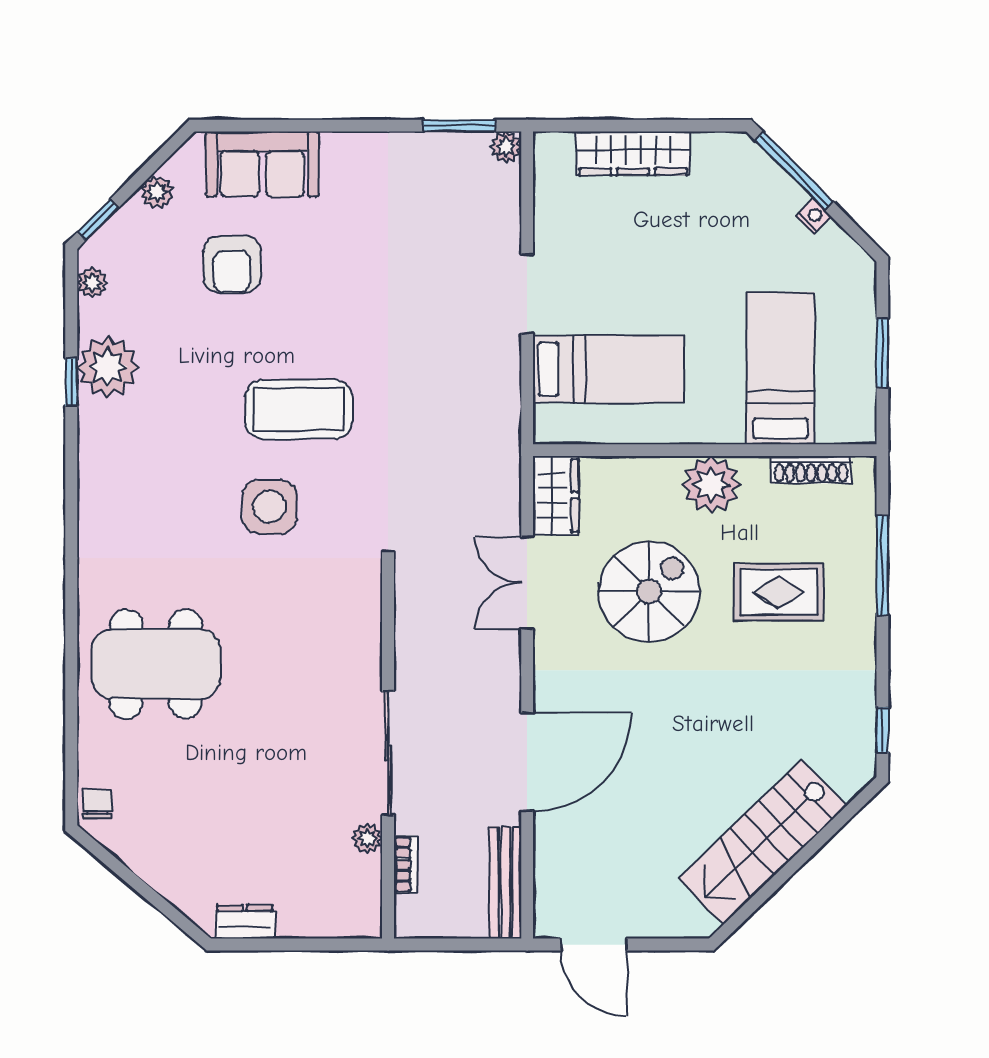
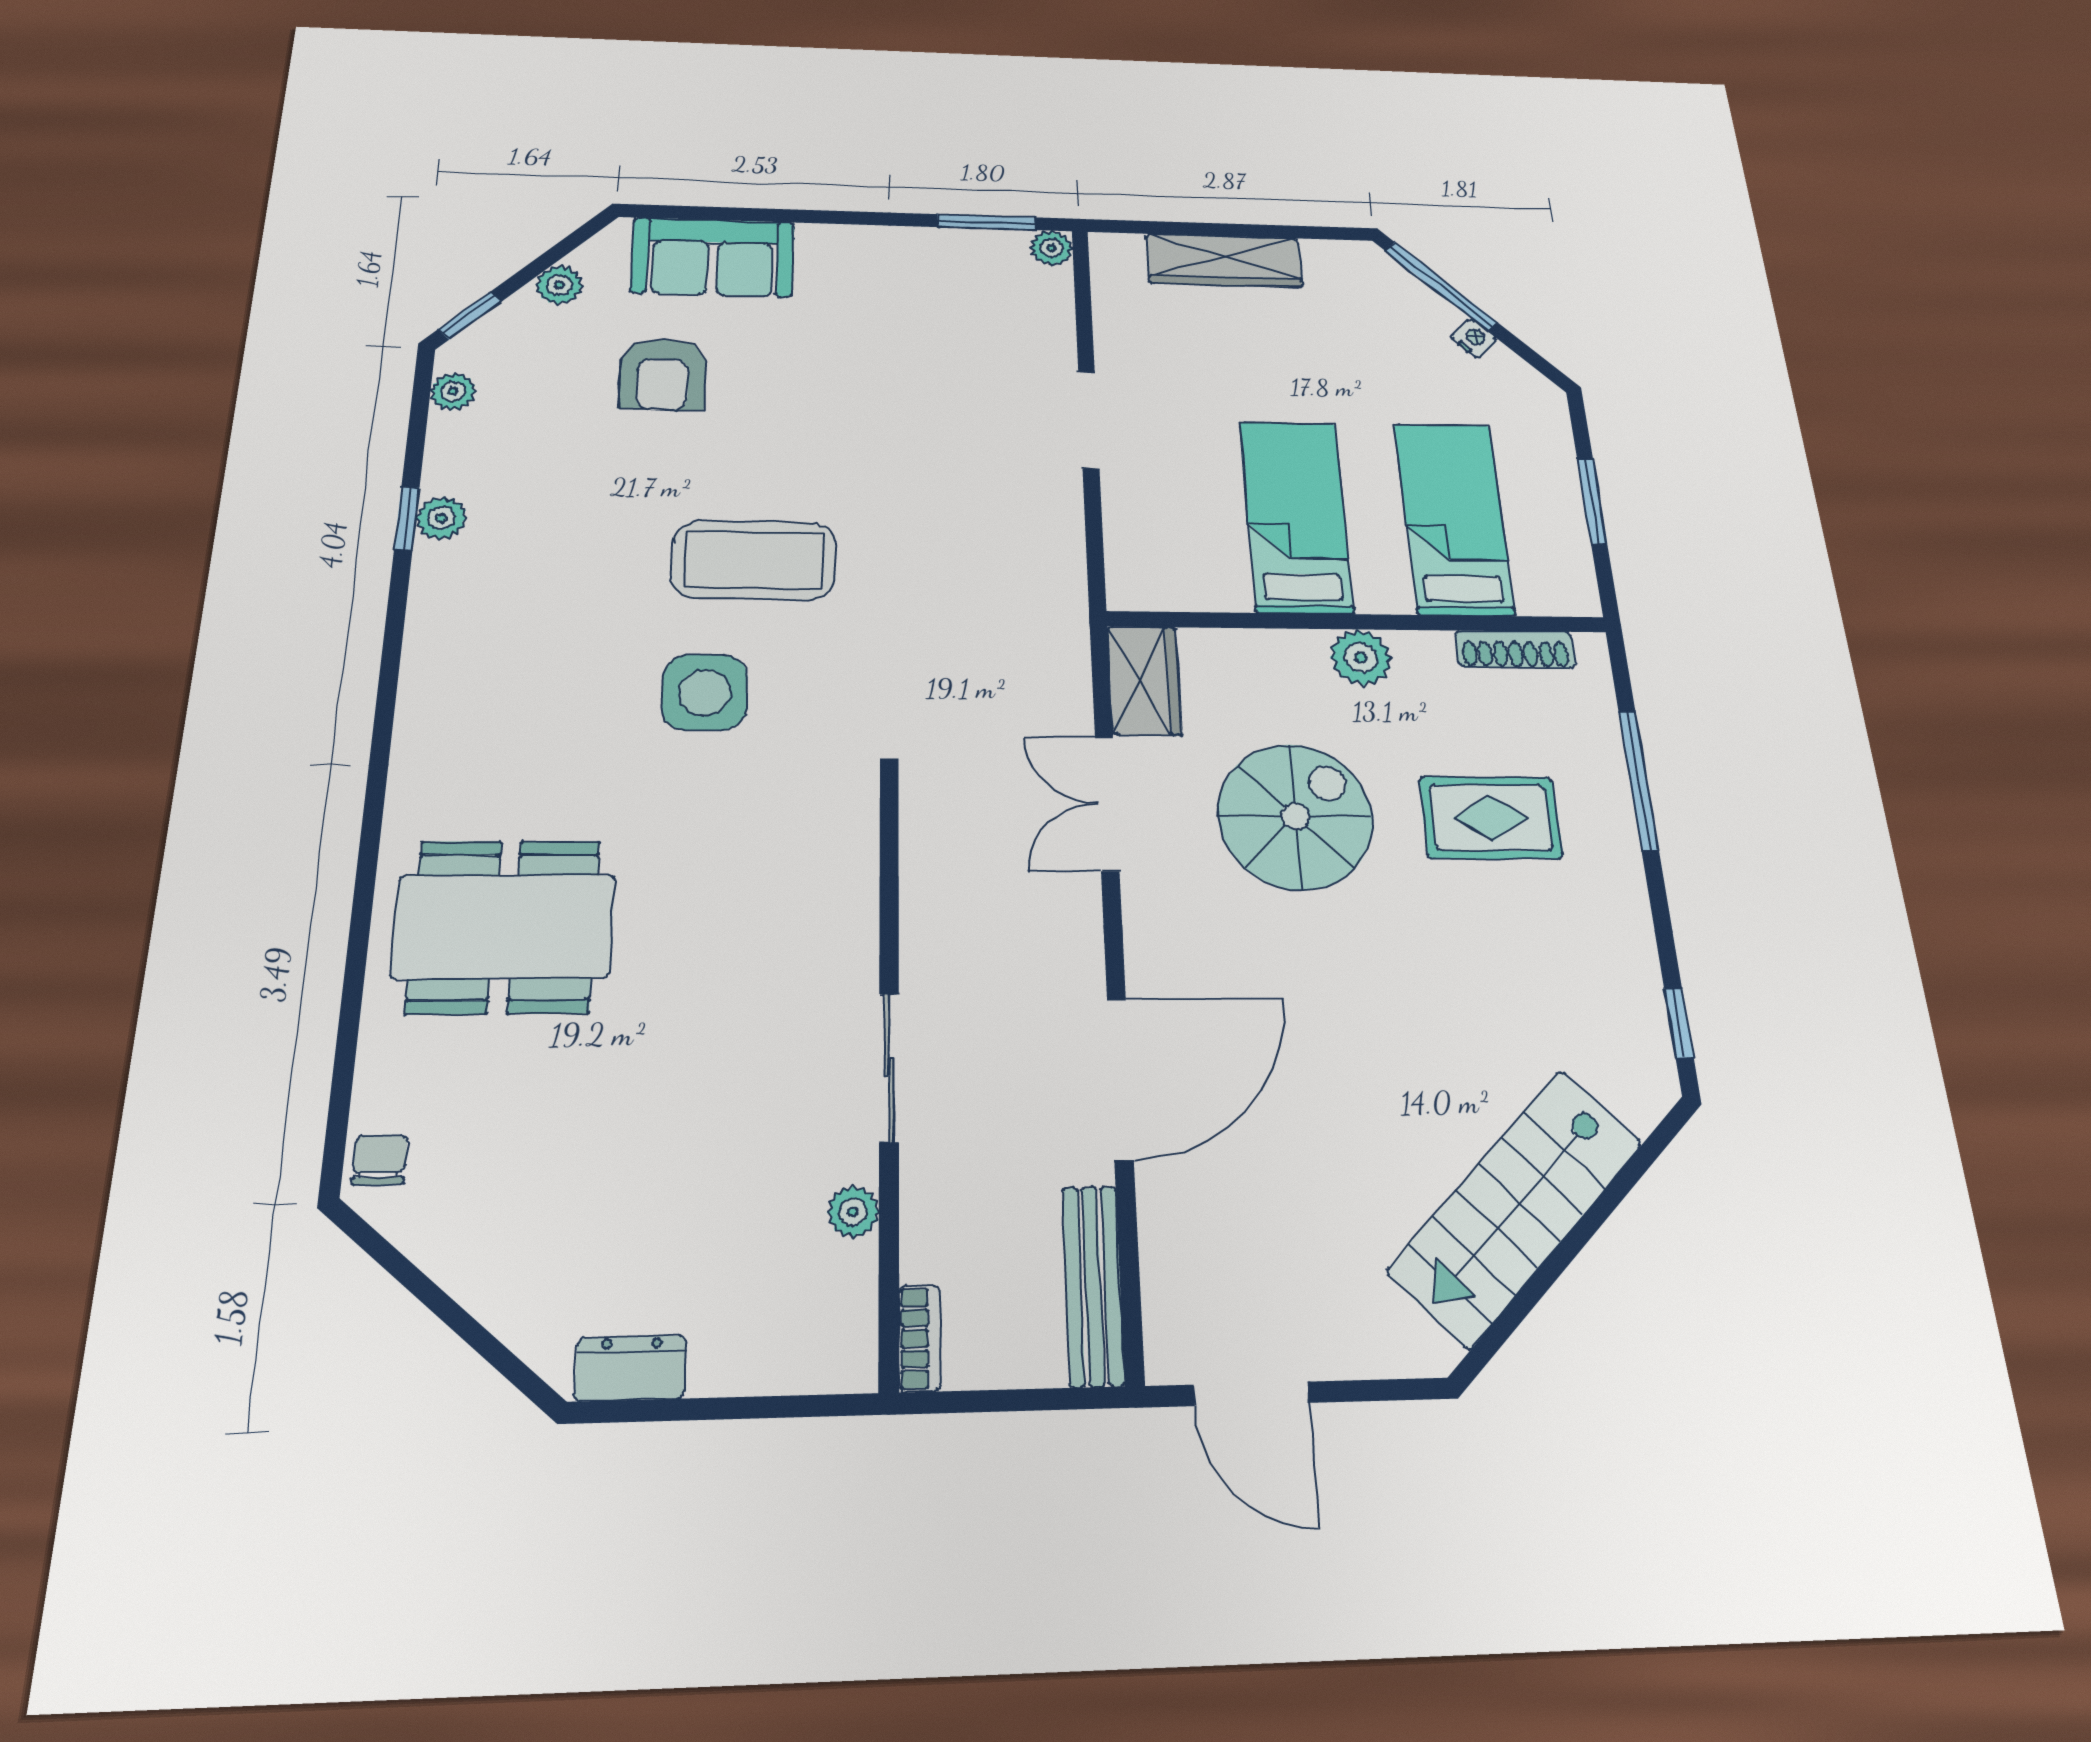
plant: (108, 367) -> (441, 518), width x0.53, depth x0.53
bed: (608, 369) -> (1296, 516), moved, turned -90
plant: (711, 485) -> (1361, 657), width x0.73, depth x0.73
sliding door: (388, 753) -> (889, 1067), width x0.73
bookcase: (405, 864) -> (920, 1338), moved

